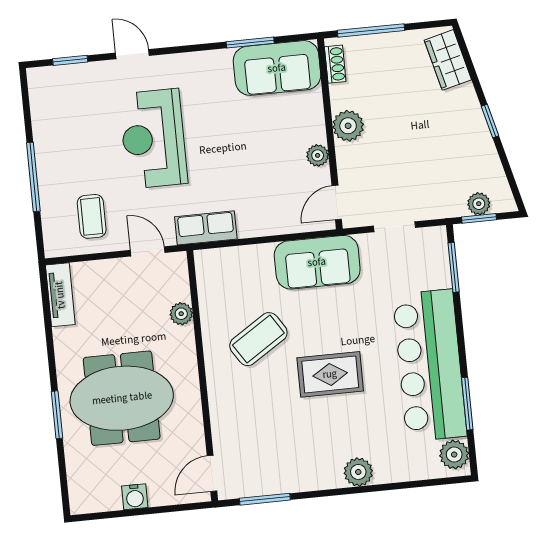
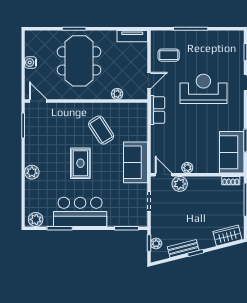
plant: (348, 126) -> (180, 184), moved
bench: (484, 147) -> (183, 249), added
bar counter: (430, 365) -> (80, 212), width x0.73

